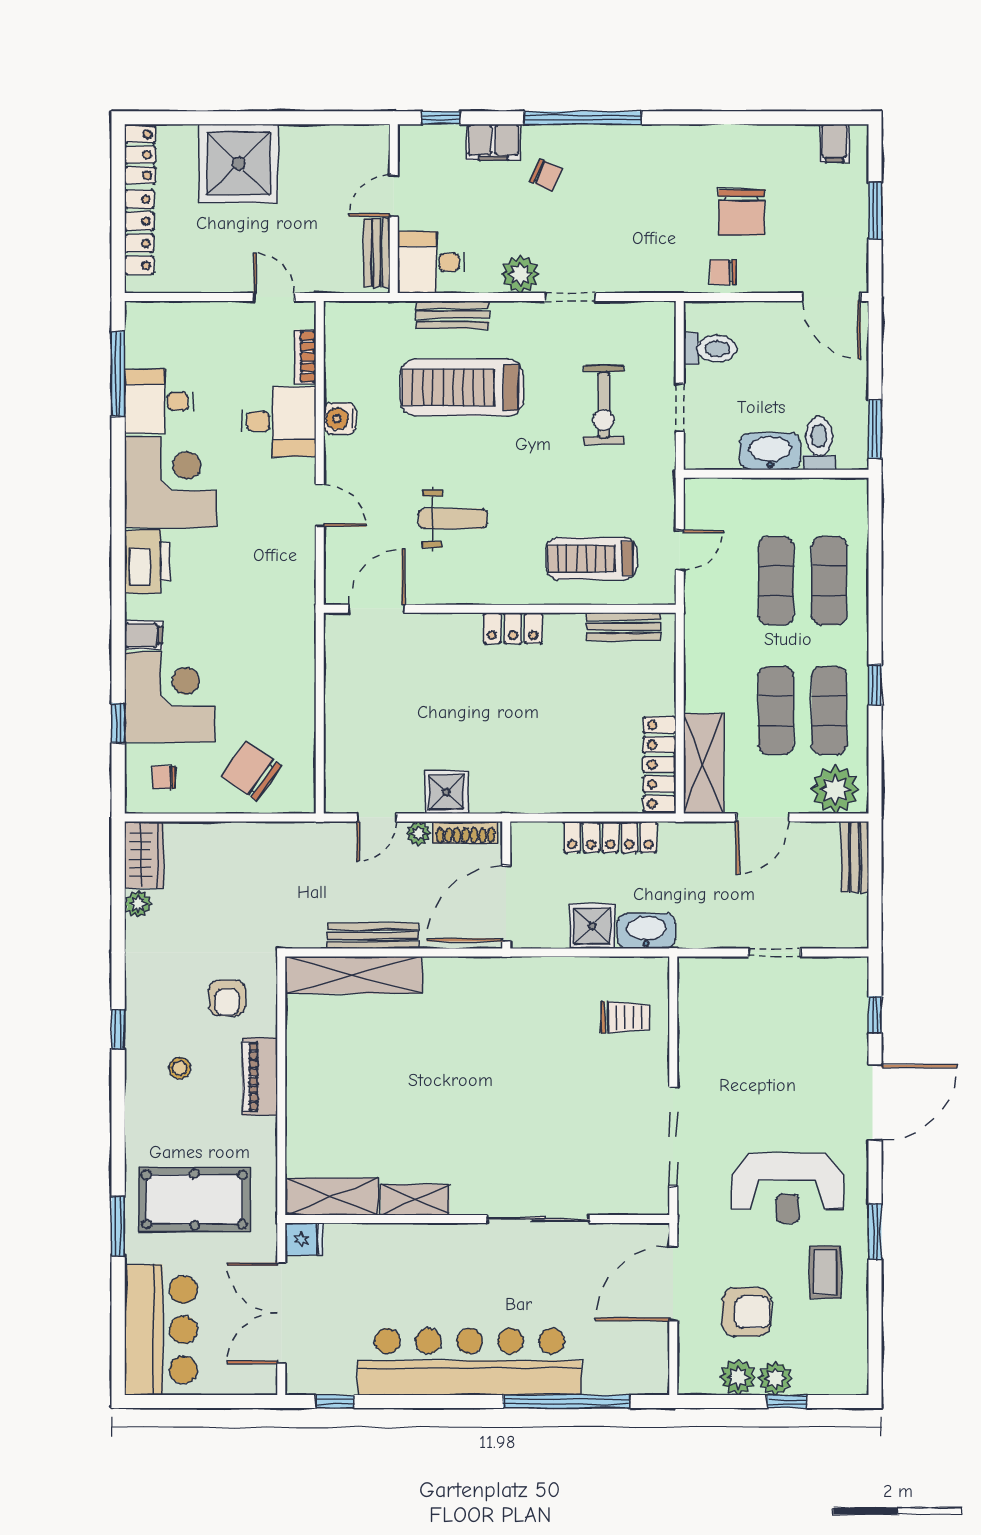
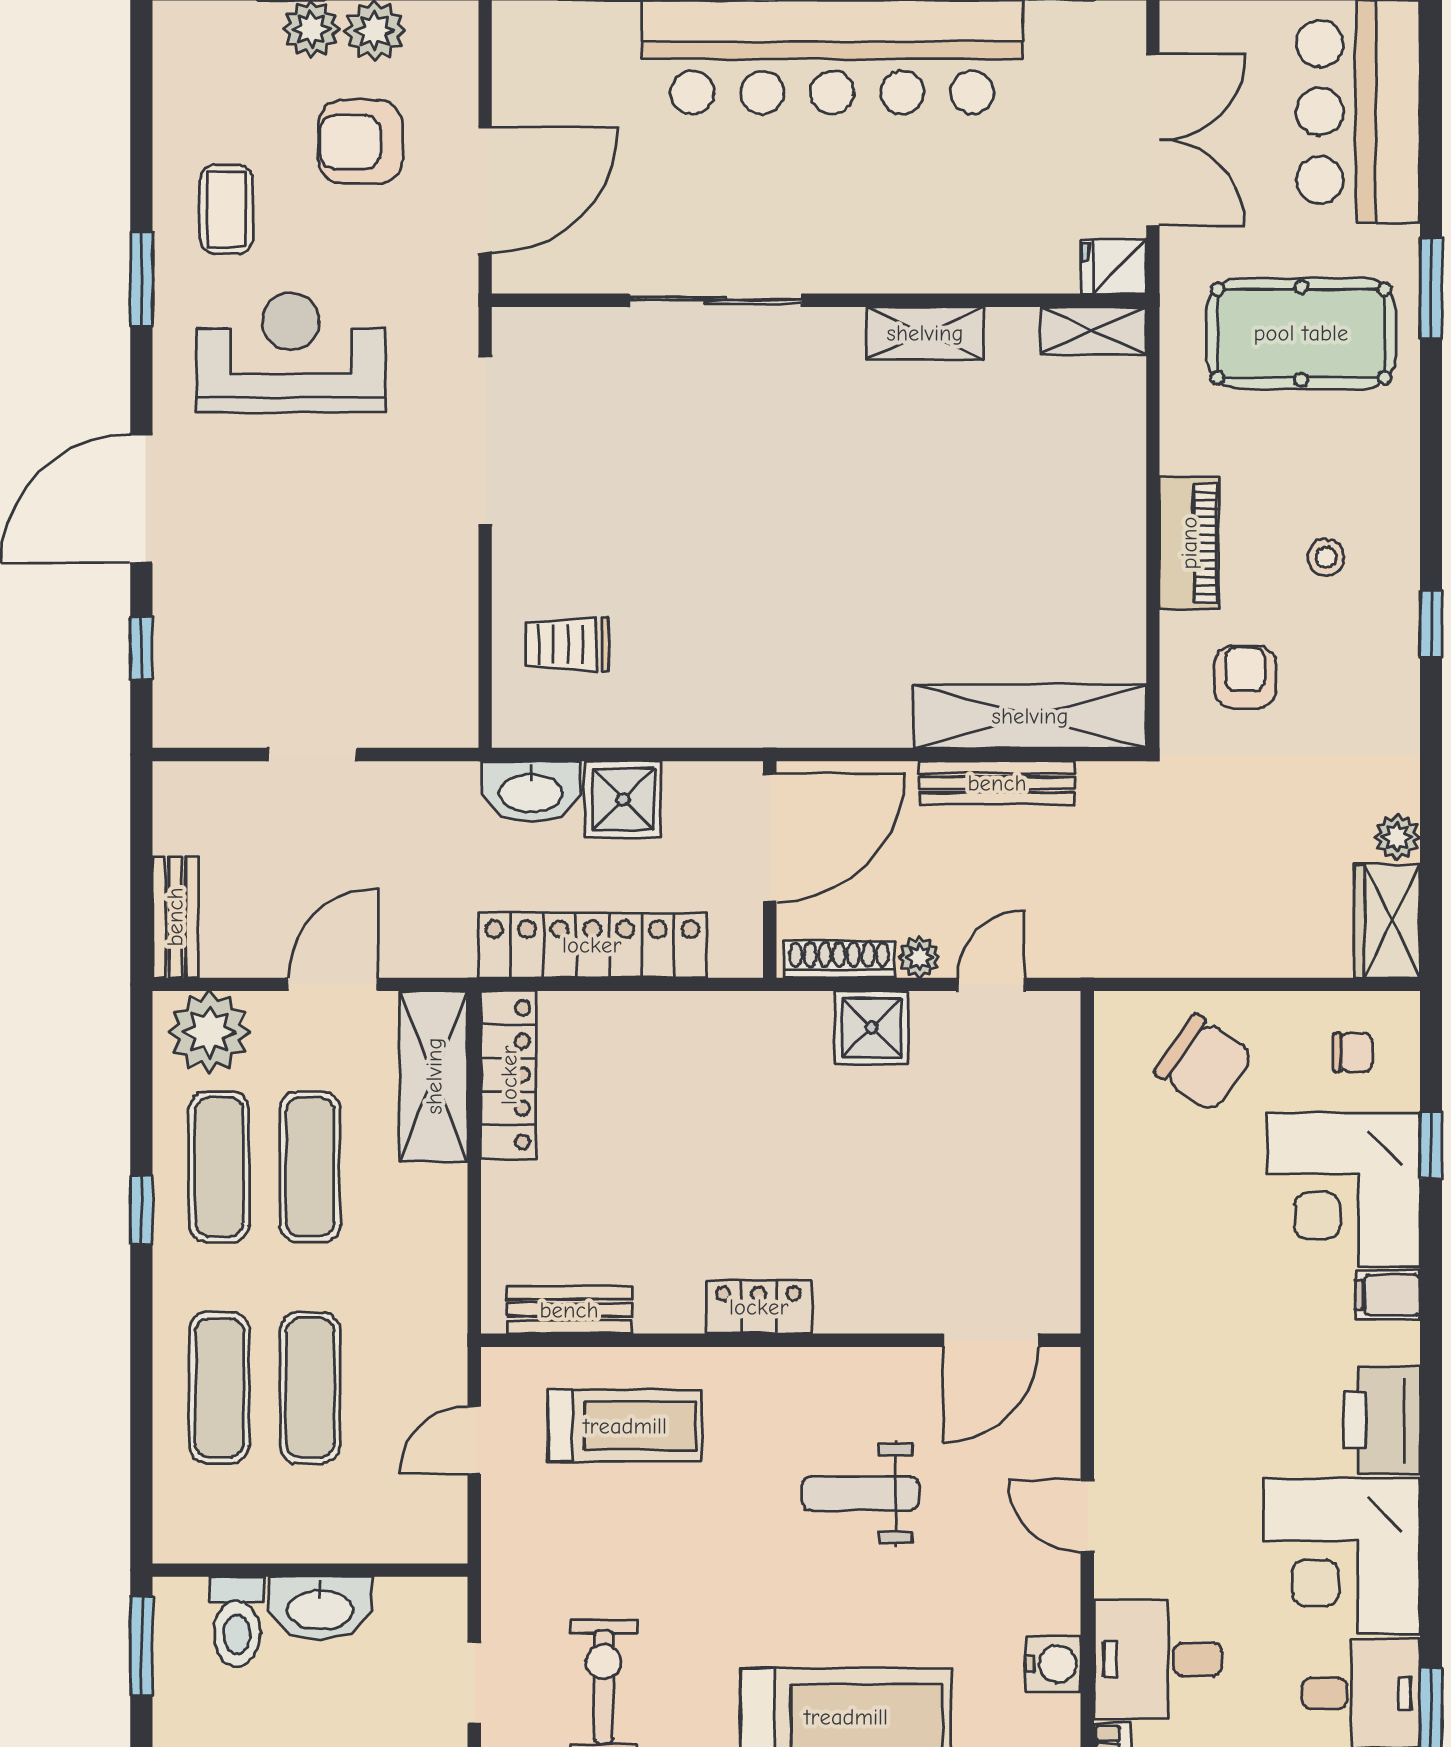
locker: (610, 837) -> (592, 945), width x1.41, depth x1.21
shelving: (332, 1197) -> (1093, 331), width x0.67, depth x0.75

